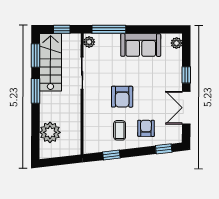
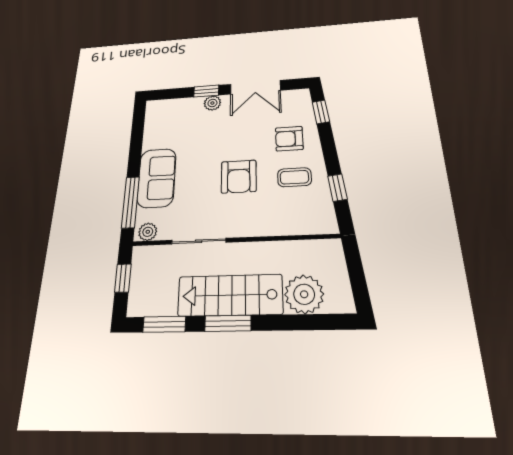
plant: (176, 43) -> (212, 103), moved
sofa: (141, 45) -> (157, 178), moved
stairs: (51, 62) -> (230, 295), moved
armchair: (122, 97) -> (239, 177), turned 90

